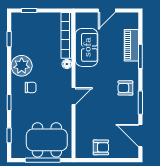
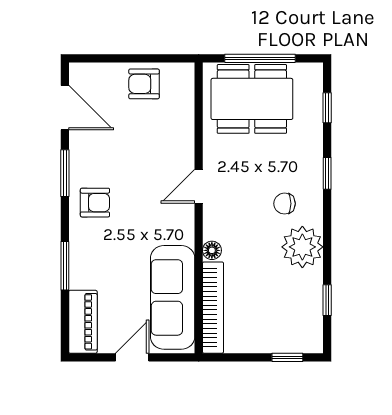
piano: (131, 45) -> (83, 322), moved
sofa: (87, 47) -> (173, 297), width x1.36

